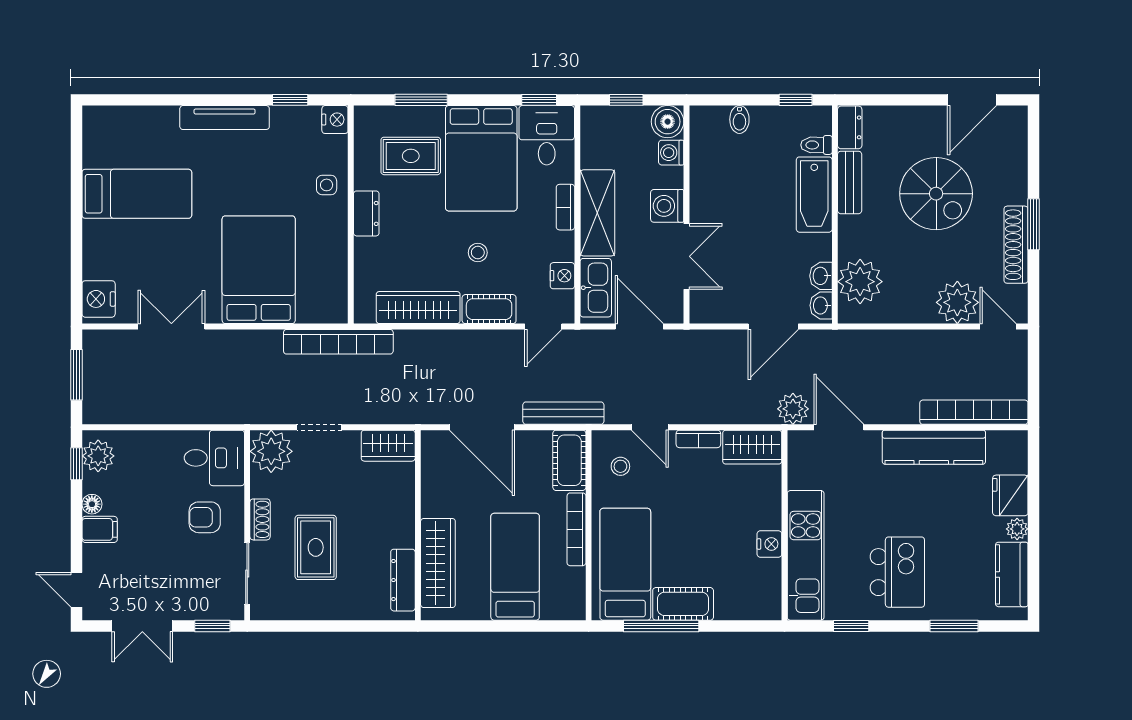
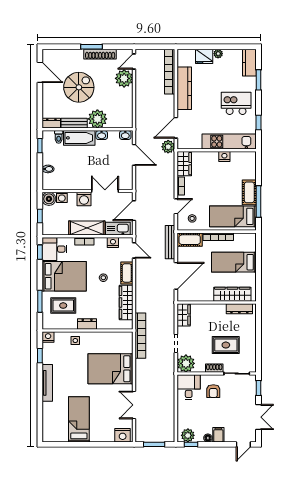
rug: (411, 156) -> (63, 306), turned 90
washbasin: (821, 276) -> (102, 135), moved
plant: (860, 282) -> (97, 119), moved
kitchen counter: (1012, 574) -> (249, 63), moved, turned 90

